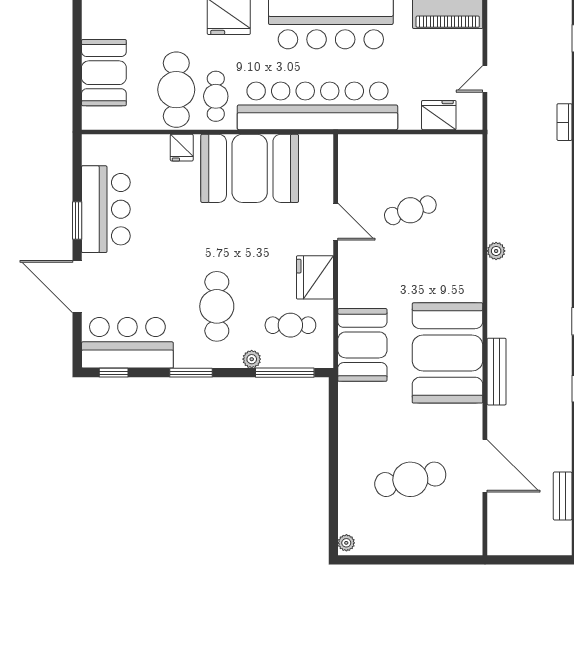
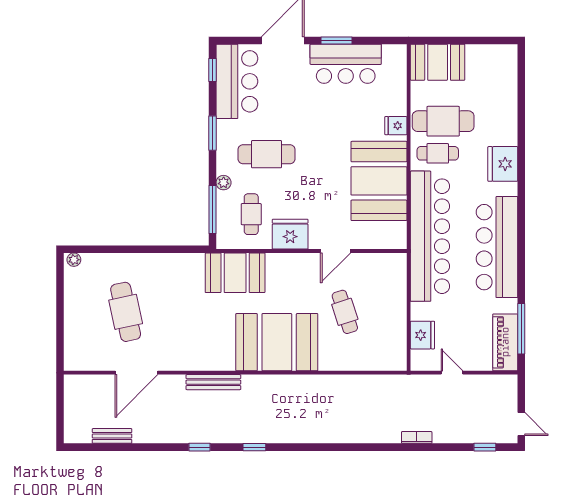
booth: (104, 73) -> (438, 62), moved
plant: (496, 251) -> (312, 382), removed
booth: (448, 353) -> (277, 342), moved

